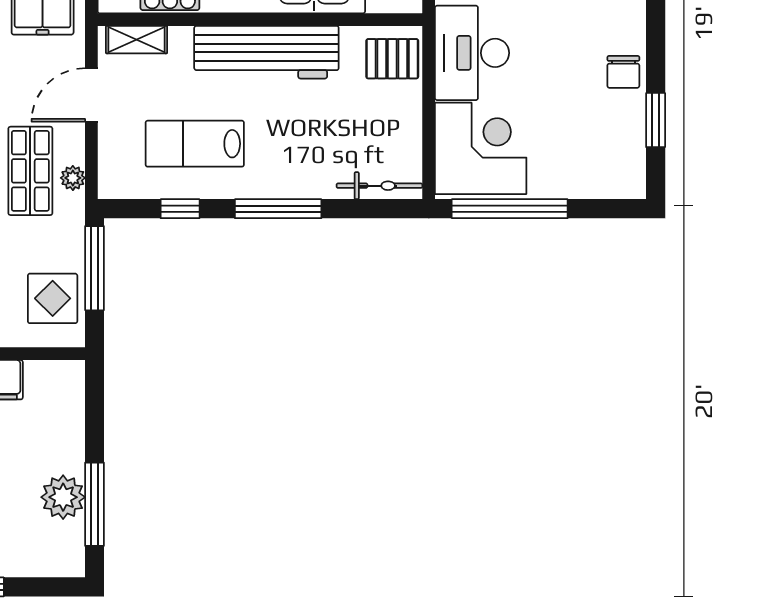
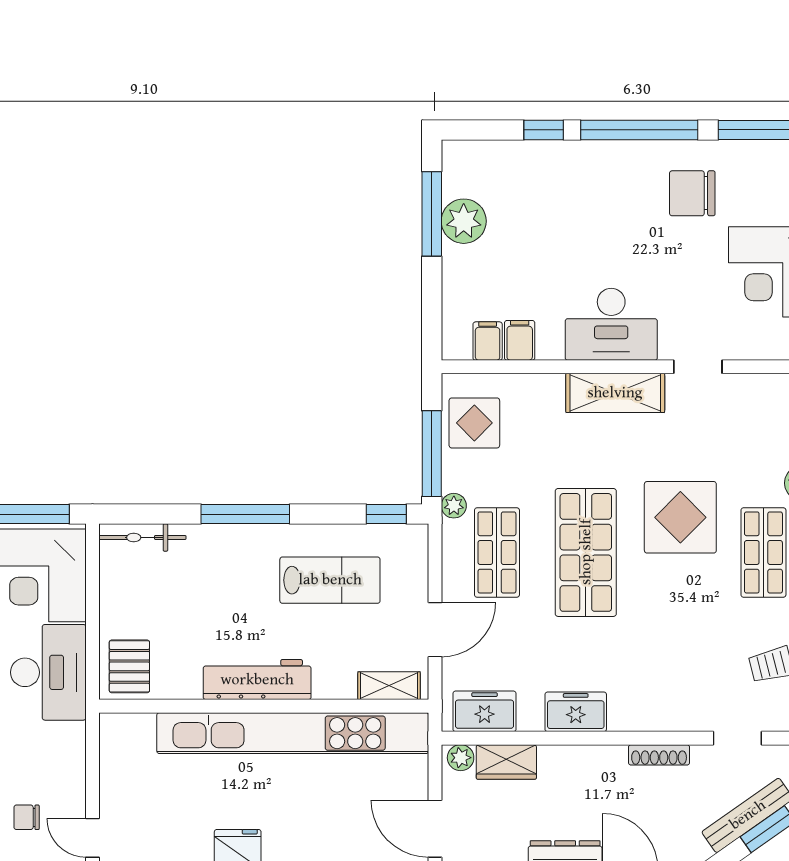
workbench: (266, 52) -> (257, 680), width x0.73, depth x0.76
pallet: (392, 59) -> (129, 666), turned 90
plant: (73, 178) -> (454, 506), moved
window: (180, 209) -> (386, 514), moved
filing cabinet: (40, 379) -> (488, 341), added

